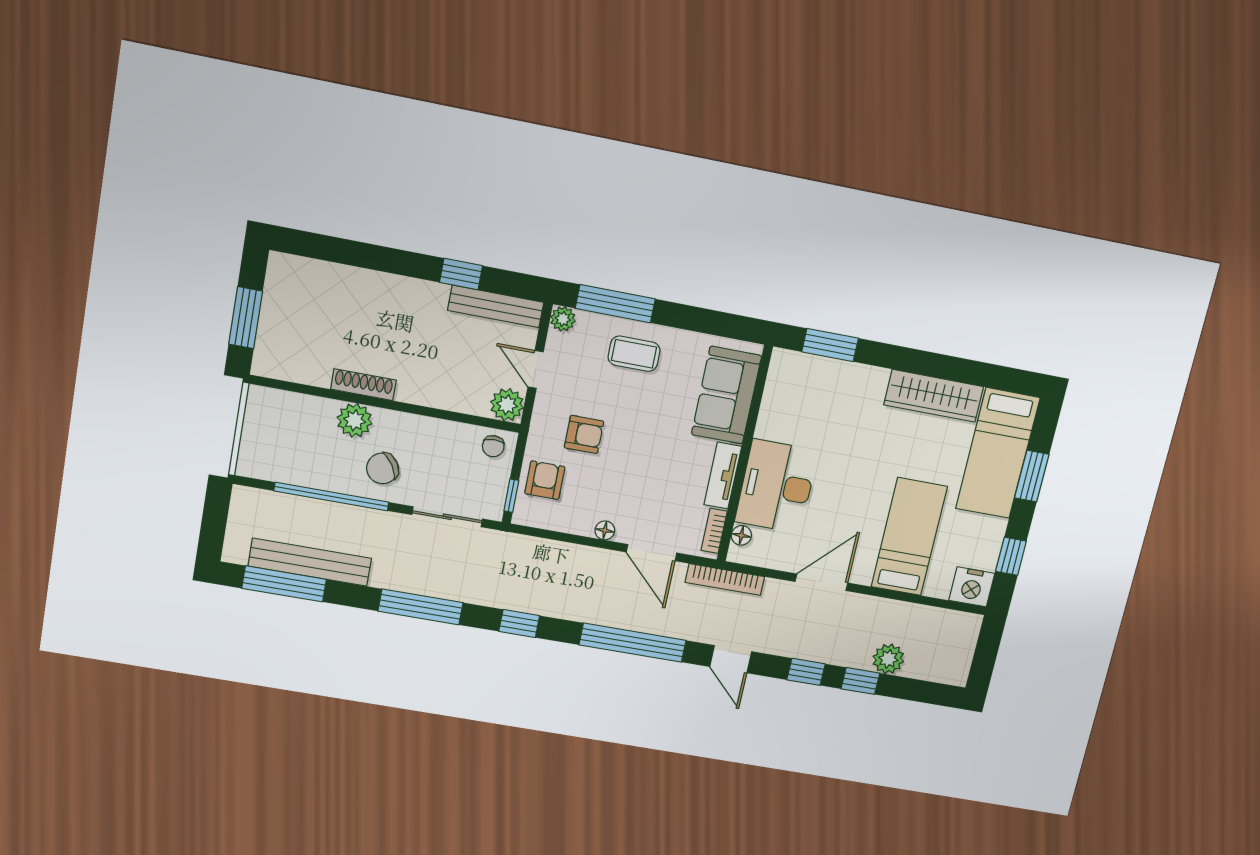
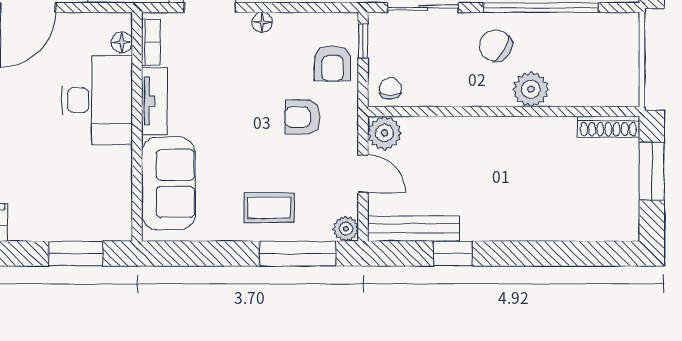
shoe rack: (363, 385) -> (608, 127), moved
chair: (383, 468) -> (495, 46), turned -117

